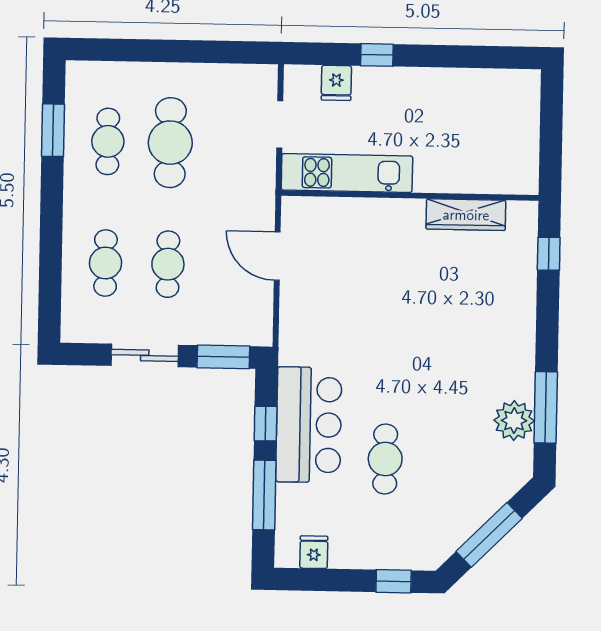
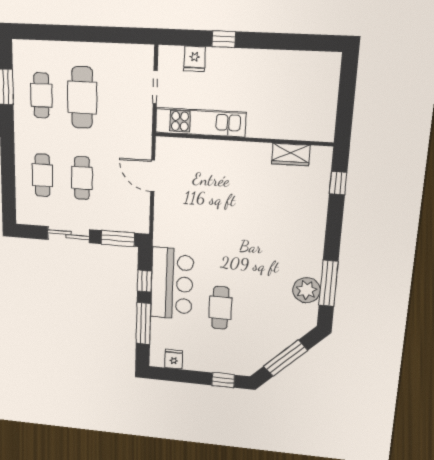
wardrobe: (466, 215) -> (291, 154), width x0.67

